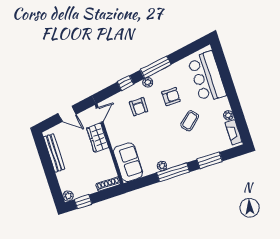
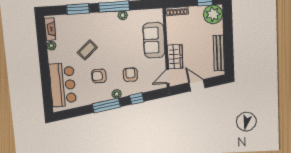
sofa: (128, 162) -> (154, 40), moved
plant: (68, 196) -> (213, 14), width x1.88, depth x1.88

